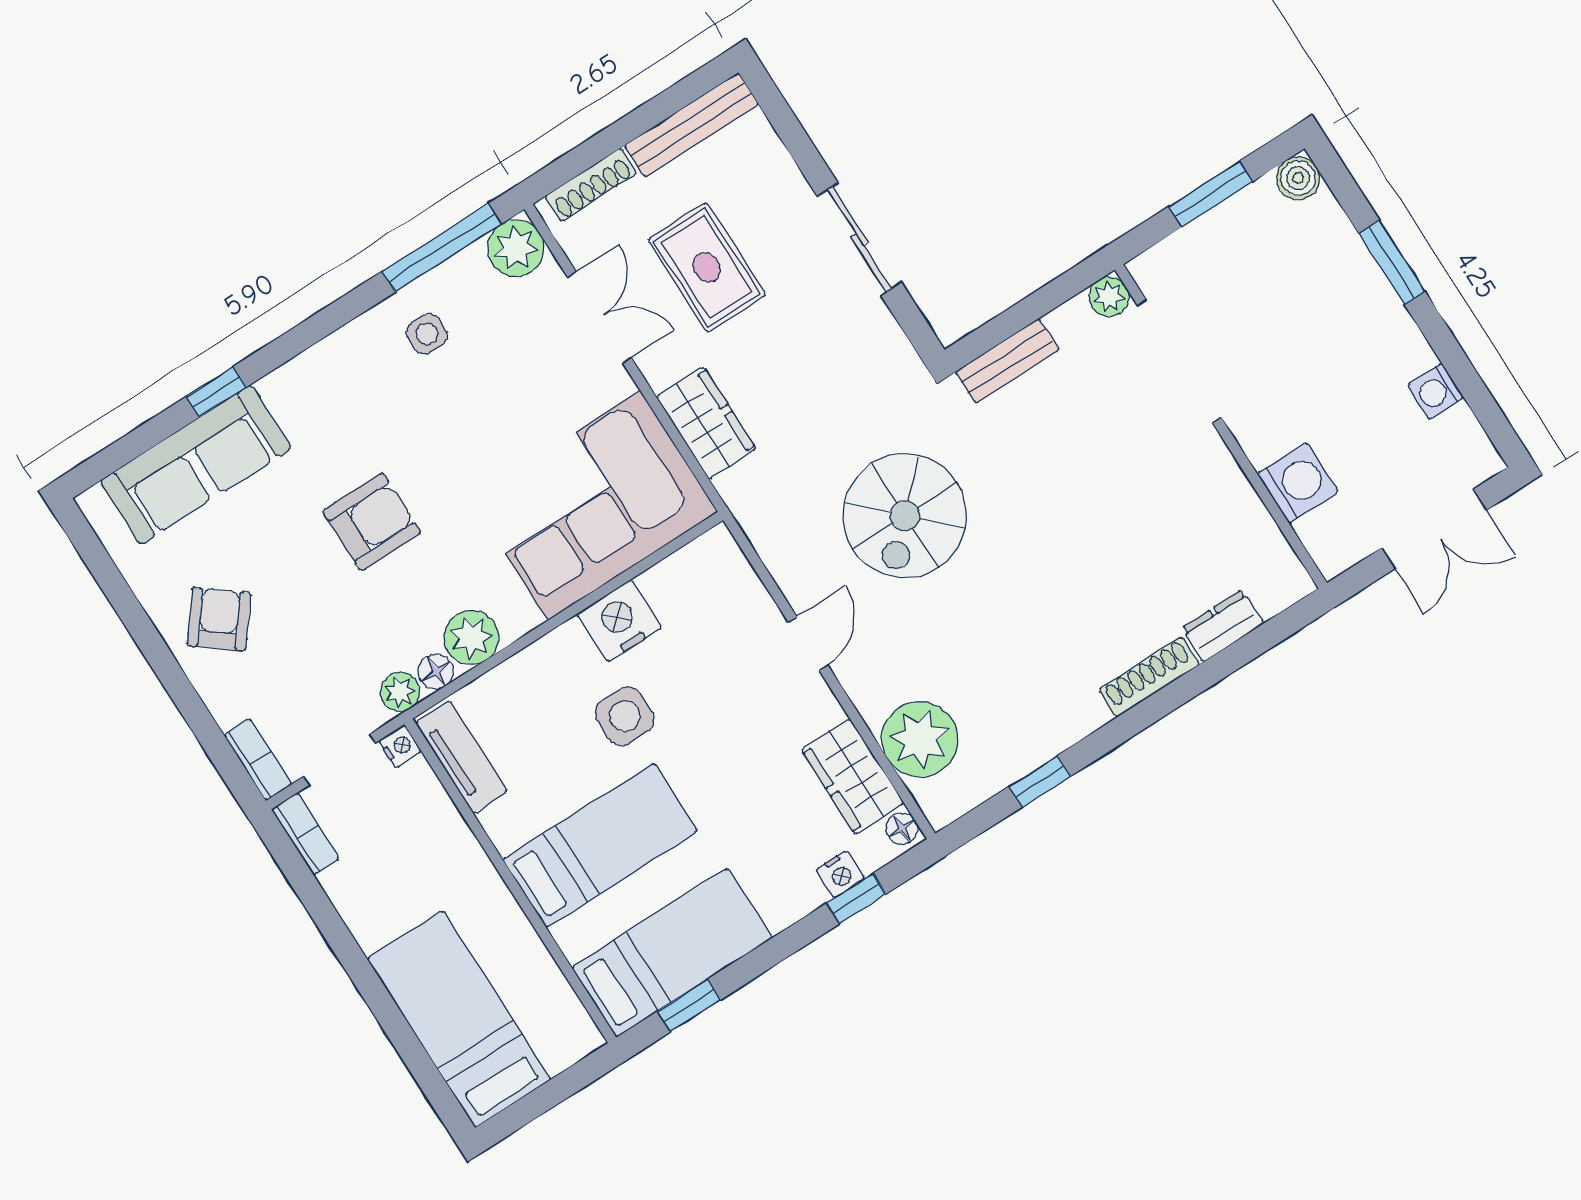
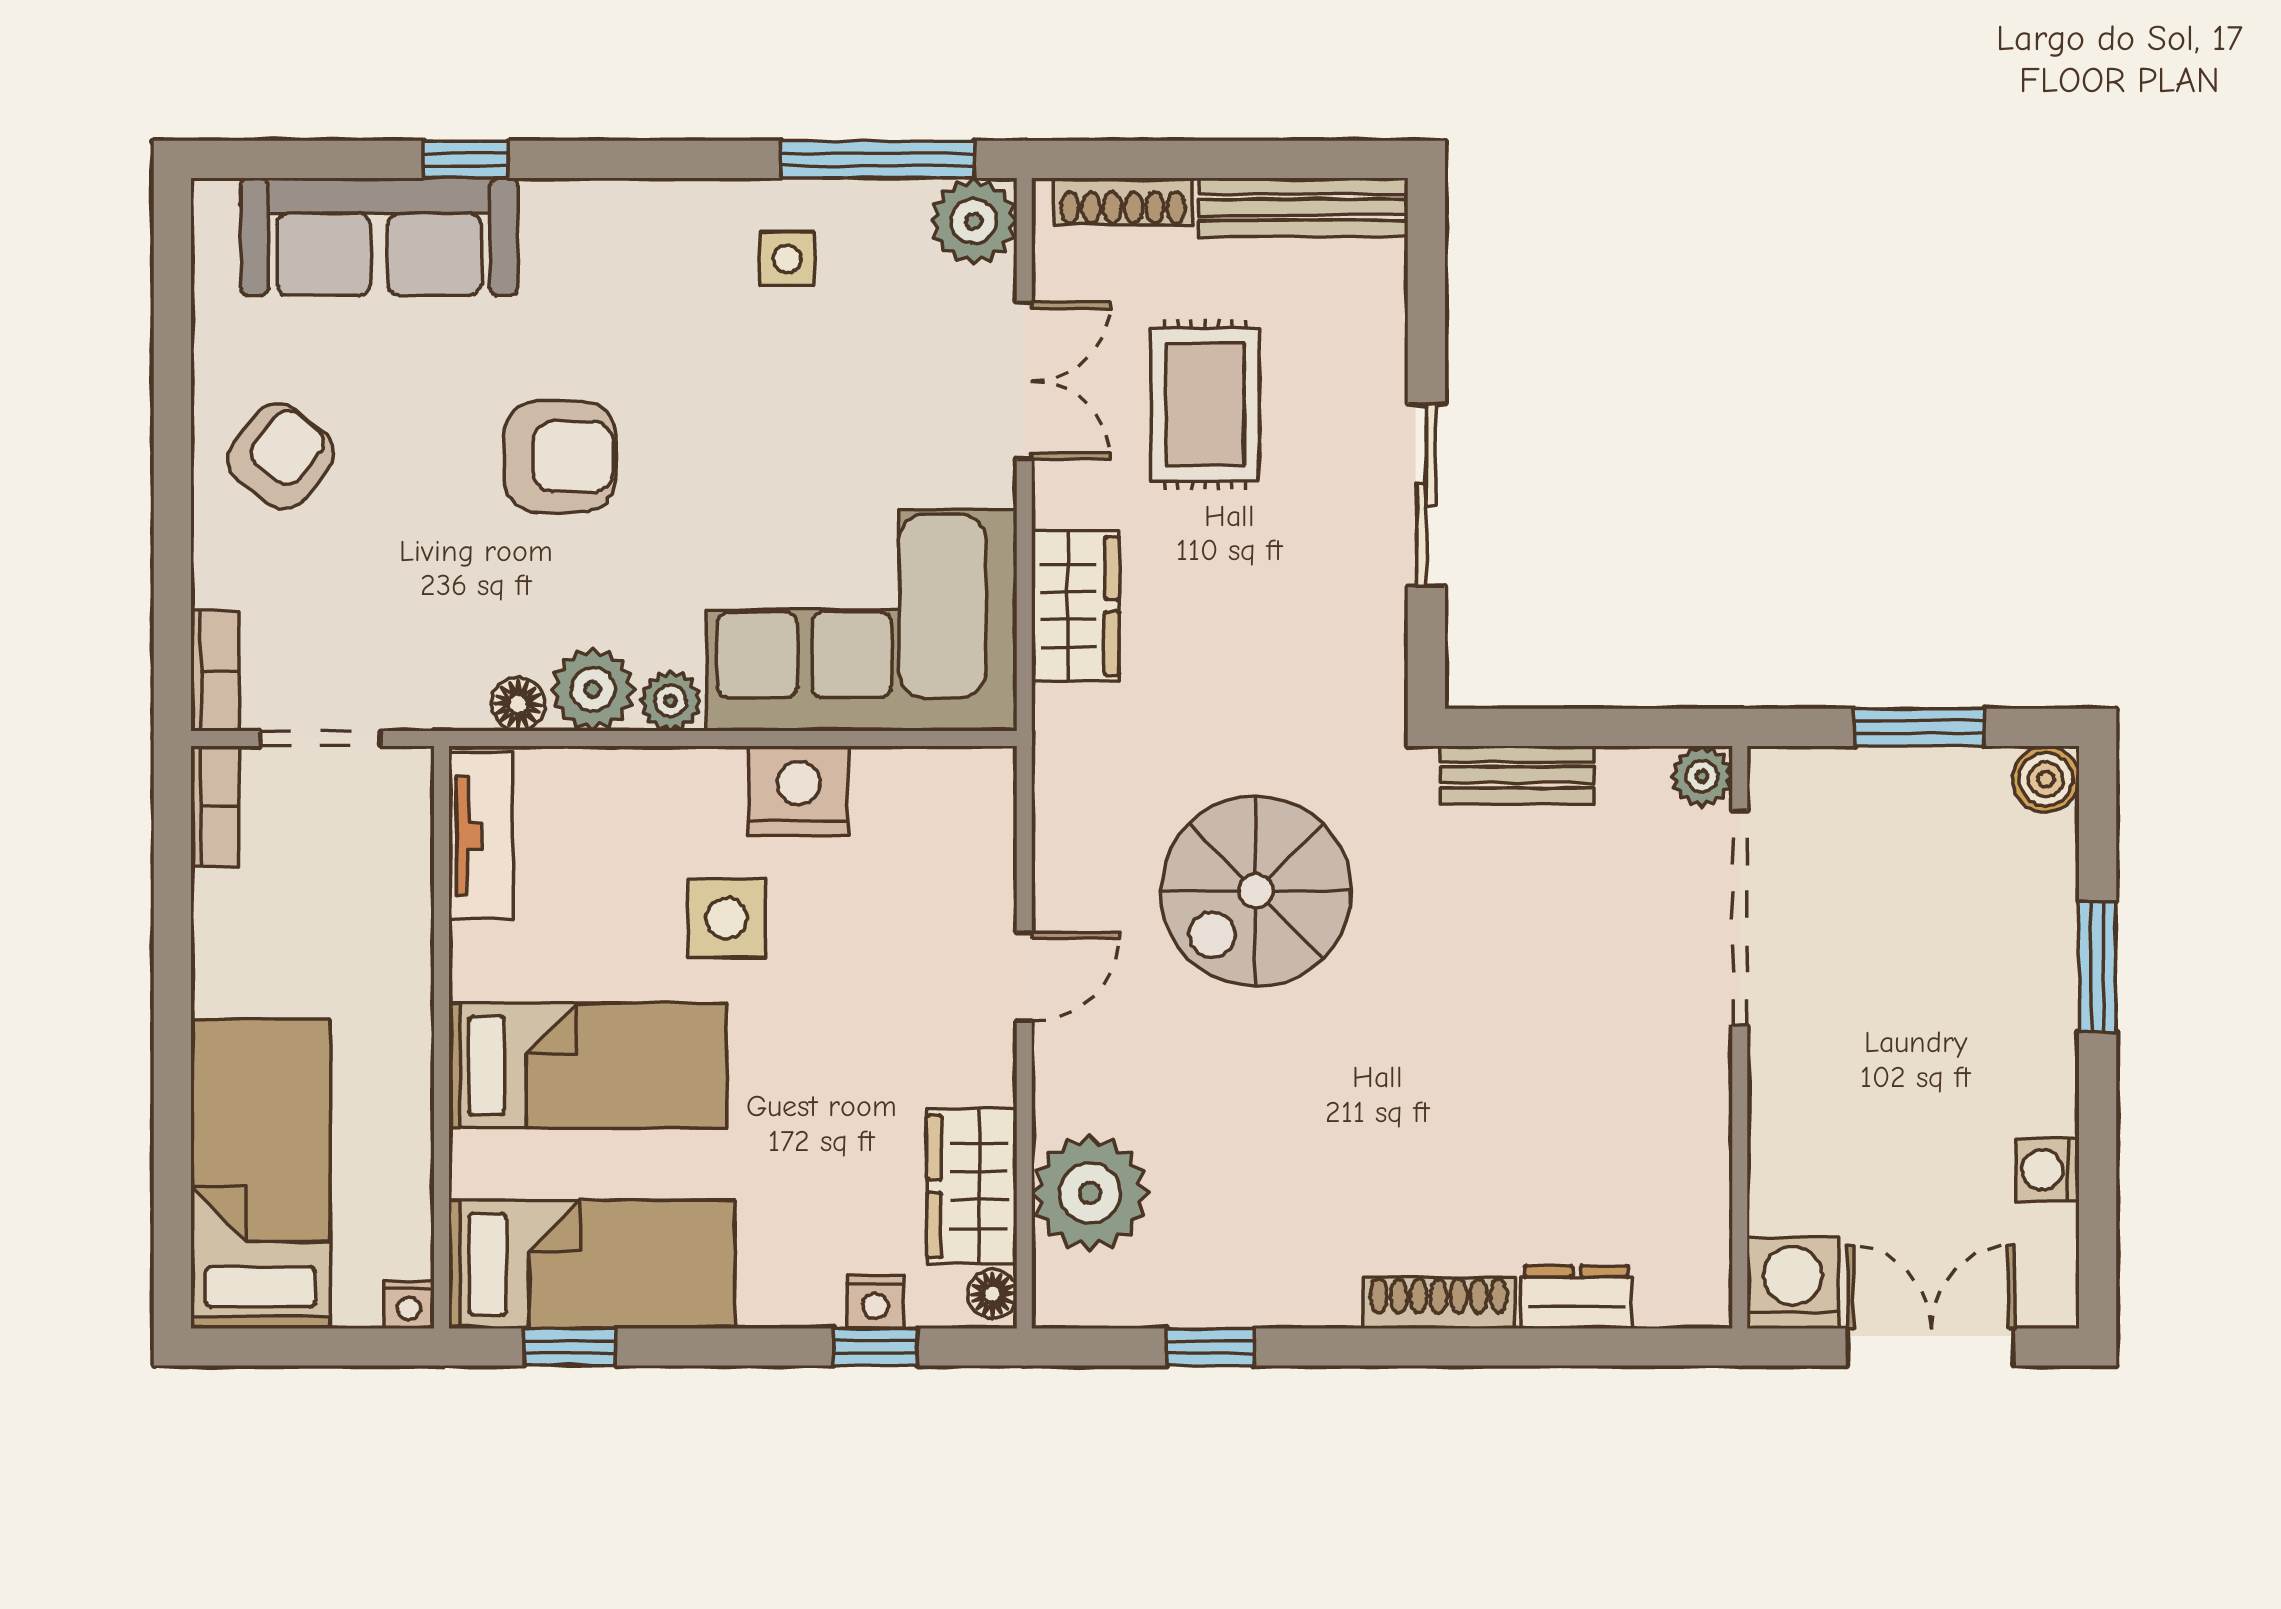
washing machine: (1298, 483) -> (1793, 1283), moved, turned -90
double door: (1434, 529) -> (1931, 1347), swing flipped
plant: (400, 692) -> (671, 701), moved
nightstand: (400, 746) -> (409, 1305), moved, turned 90

